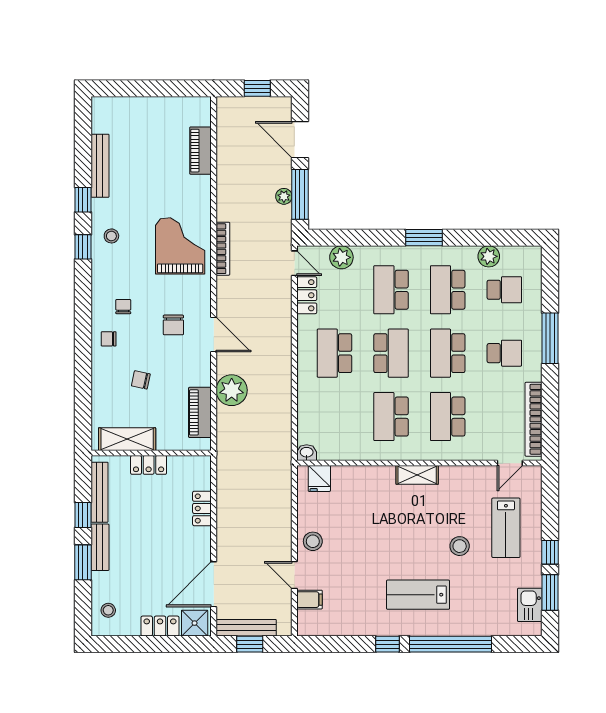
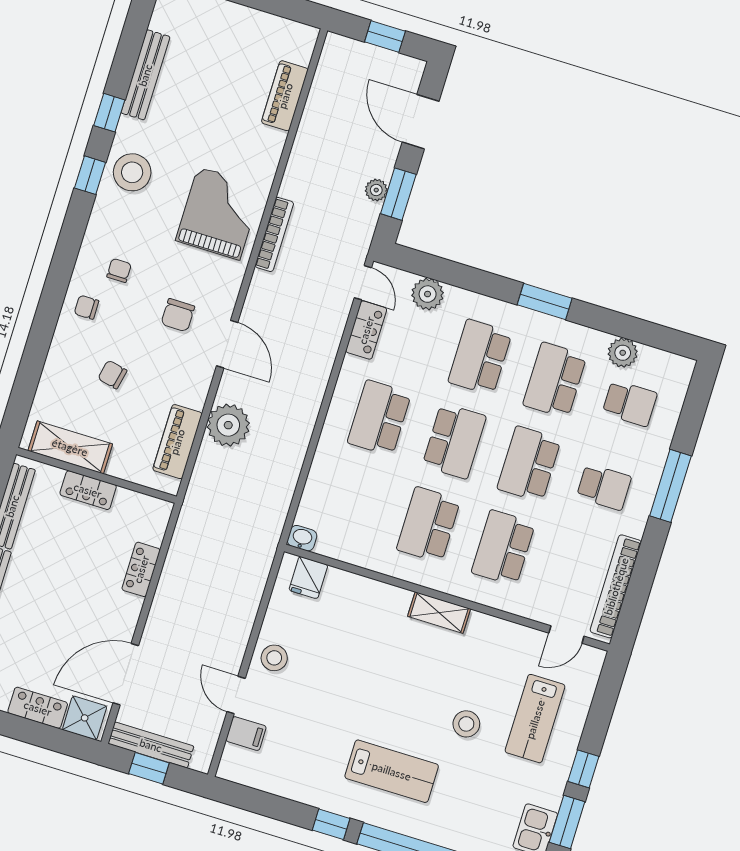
window: (300, 194) -> (398, 194), width x0.69
stool: (111, 236) -> (132, 172), width x1.89, depth x1.89
lab bench: (418, 595) -> (392, 771), turned 180

